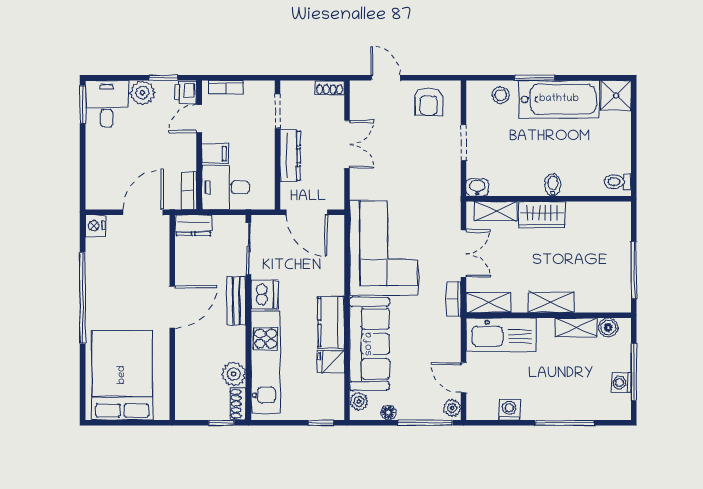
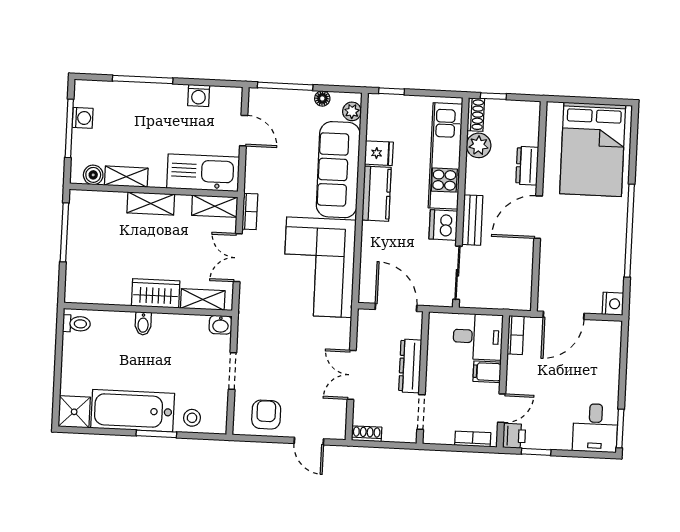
plant: (142, 93) -> (558, 438), removed
dresser: (193, 225) -> (527, 166), moved, turned -90
plant: (452, 408) -> (257, 100), removed

